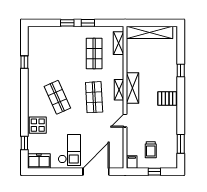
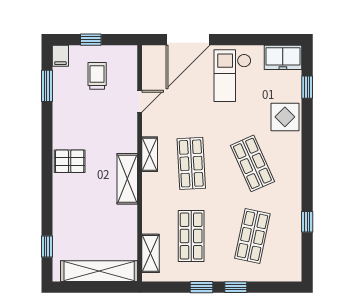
shop shelf: (57, 54) -> (252, 236), added
window: (181, 71) -> (47, 246), moved
shelving: (119, 90) -> (150, 154), moved
door: (125, 121) -> (140, 101), moved
filing cabinet: (132, 162) -> (60, 56), moved

